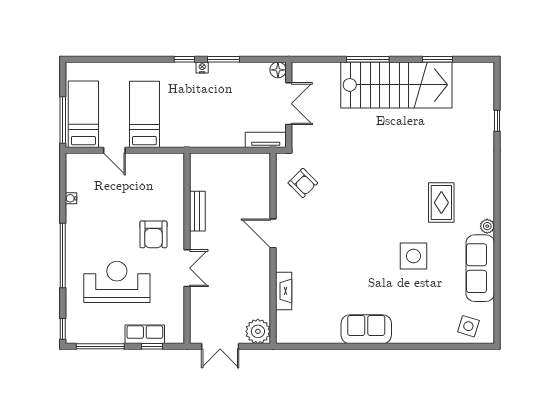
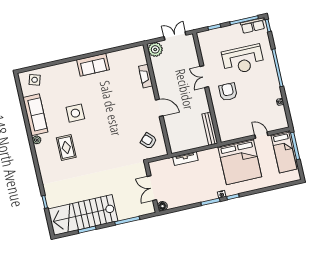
floor lamp: (278, 70) -> (162, 206), moved
stairs: (396, 85) -> (83, 215), moved
double door: (289, 104) -> (152, 188), moved
wall: (289, 105) -> (152, 187), moved
bed: (144, 114) -> (240, 162), width x2.04
tv unit: (266, 140) -> (185, 159), moved
bench: (197, 211) -> (210, 129), moved, width x1.36
row of seats: (145, 334) -> (253, 26), moved

